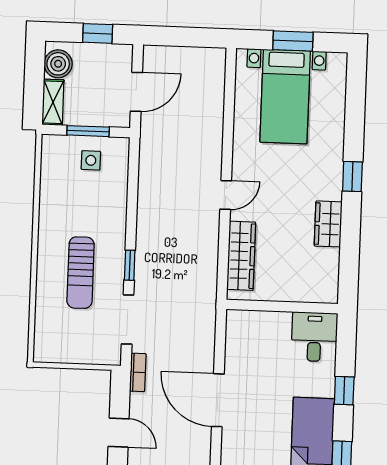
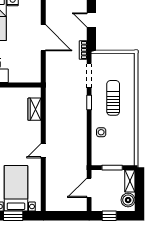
side table: (91, 160) -> (101, 132), moved
door: (226, 195) -> (43, 151), moved
wardrobe: (241, 256) -> (34, 109), width x0.67

